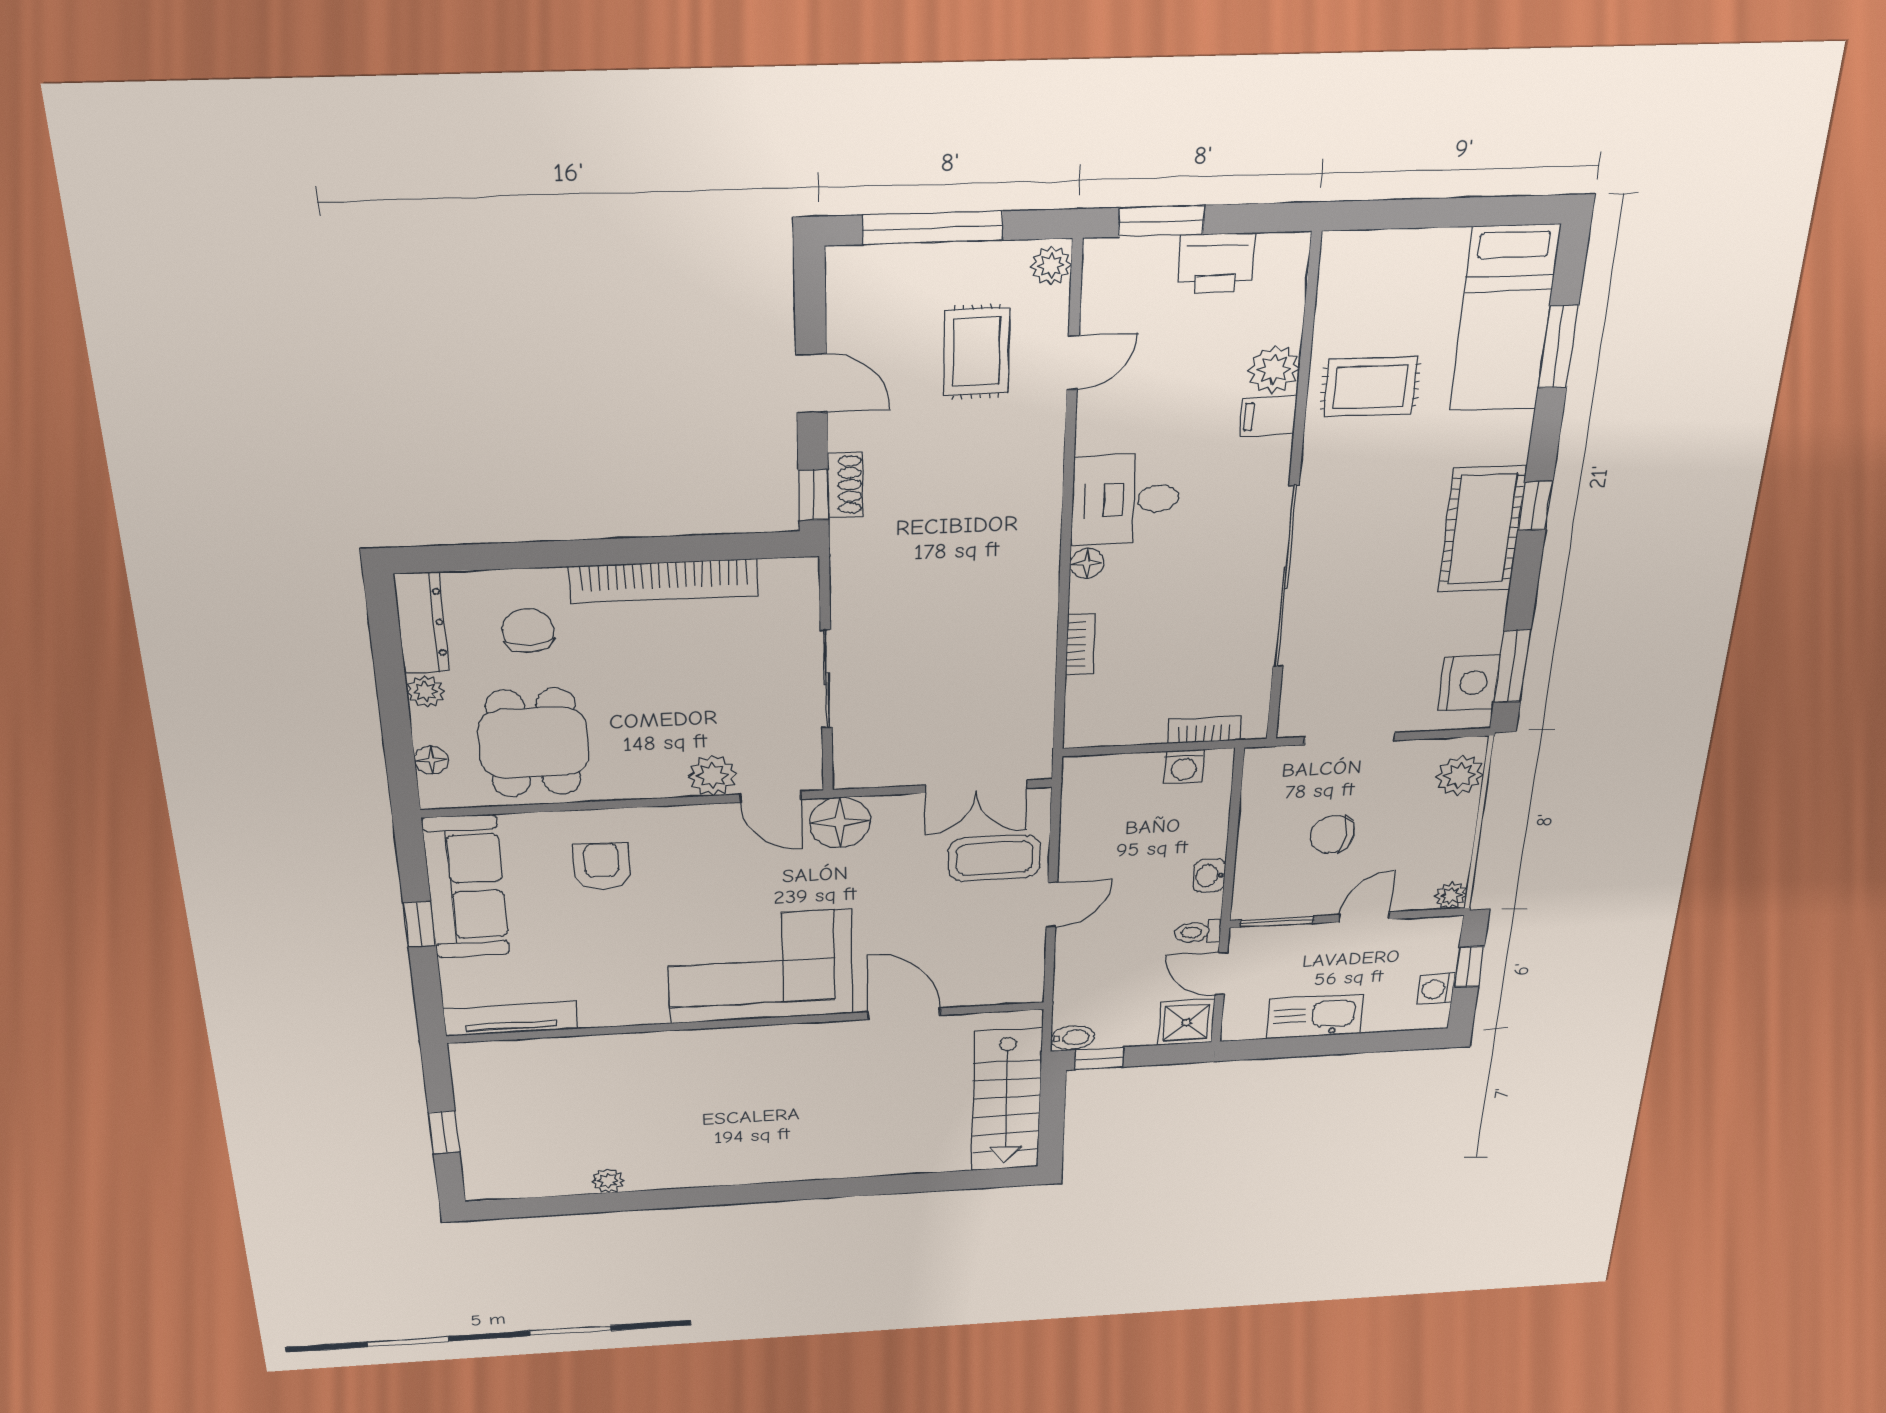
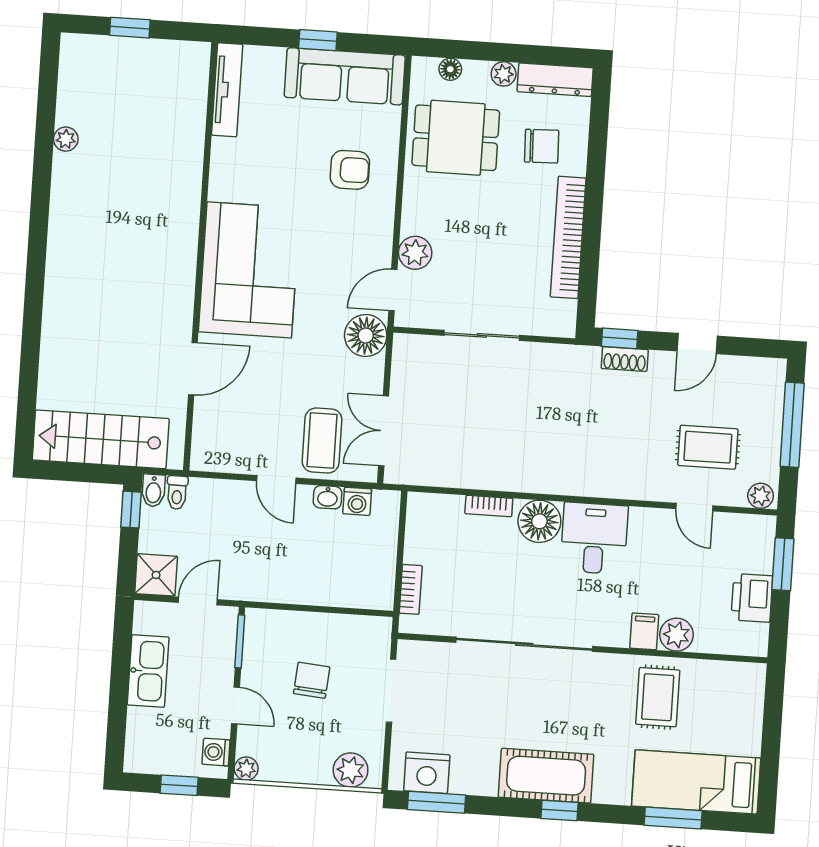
floor lamp: (1087, 563) -> (539, 521), width x1.89, depth x1.89
washing machine: (1184, 767) -> (357, 501), moved, turned -90
washbasin: (1209, 876) -> (328, 497), moved, turned 180
toilet: (1198, 932) -> (177, 493), moved, turned 180
washing machine: (1436, 989) -> (216, 752), moved, turned -90

